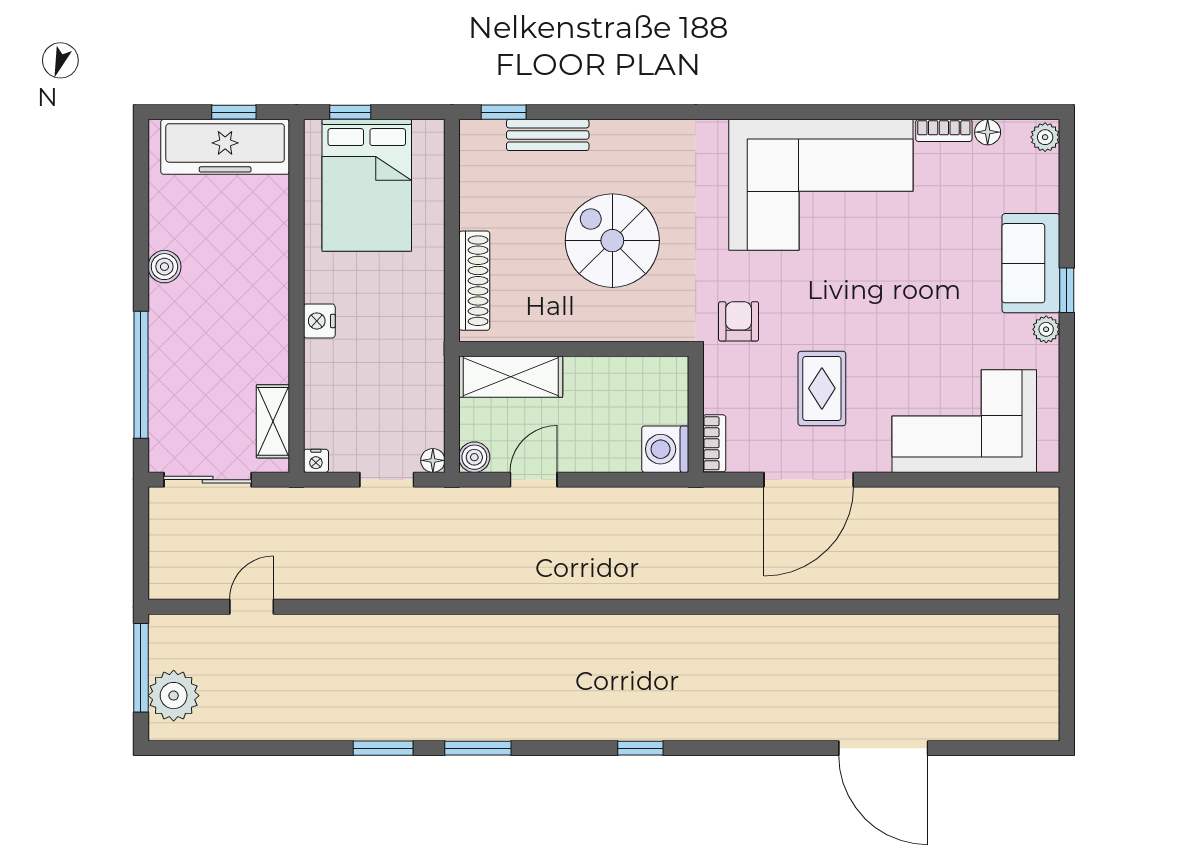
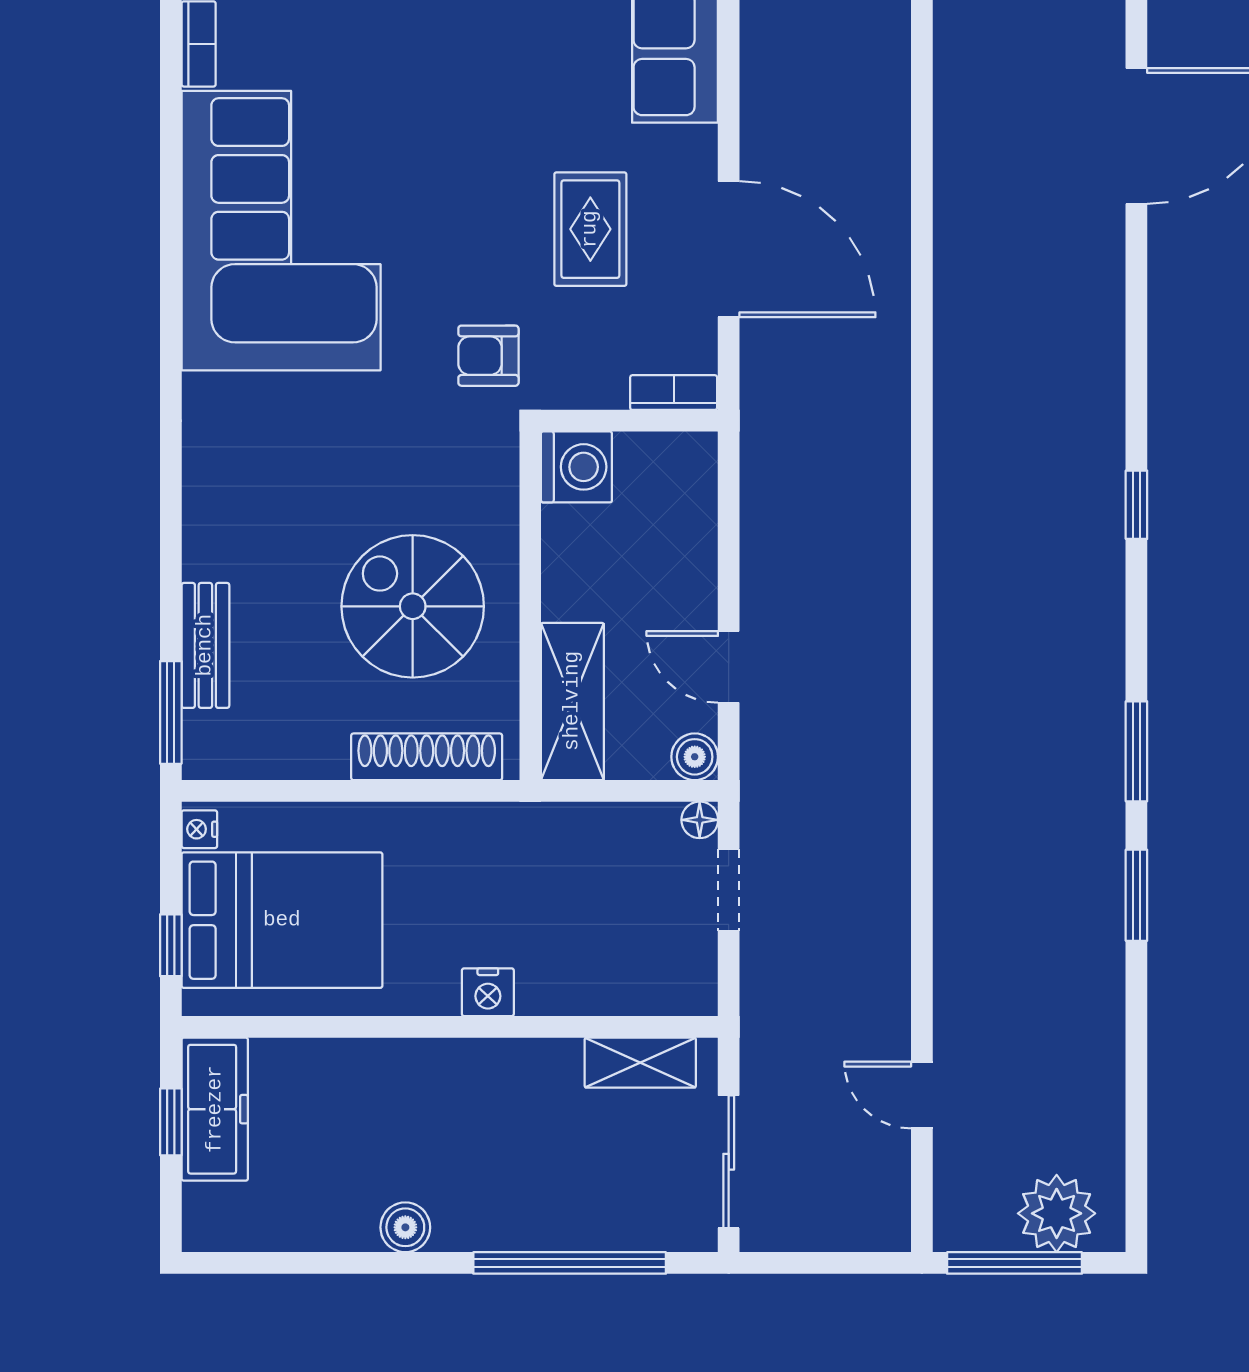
window: (504, 112) -> (171, 712), width x1.50
freezer: (225, 147) -> (215, 1109), width x0.73, depth x0.79
spiral stairs: (612, 241) -> (413, 606), moved, turned 90
rug: (822, 388) -> (590, 229), turned 90
washing machine: (665, 449) -> (576, 467), moved, turned -90
nightstand: (316, 461) -> (199, 829), moved, turned 180

